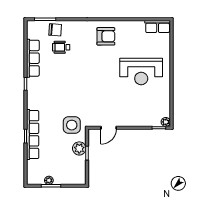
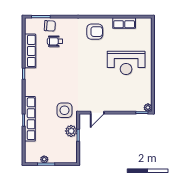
row of seats: (158, 27) -> (124, 23), moved

